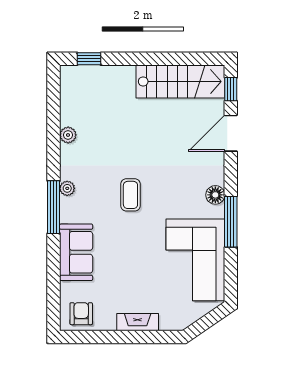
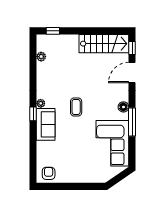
plant: (68, 135) -> (41, 57), moved
window: (54, 207) -> (33, 114), width x0.46
sofa: (76, 252) -> (46, 124), moved
fireplace: (138, 322) -> (80, 178), removed

